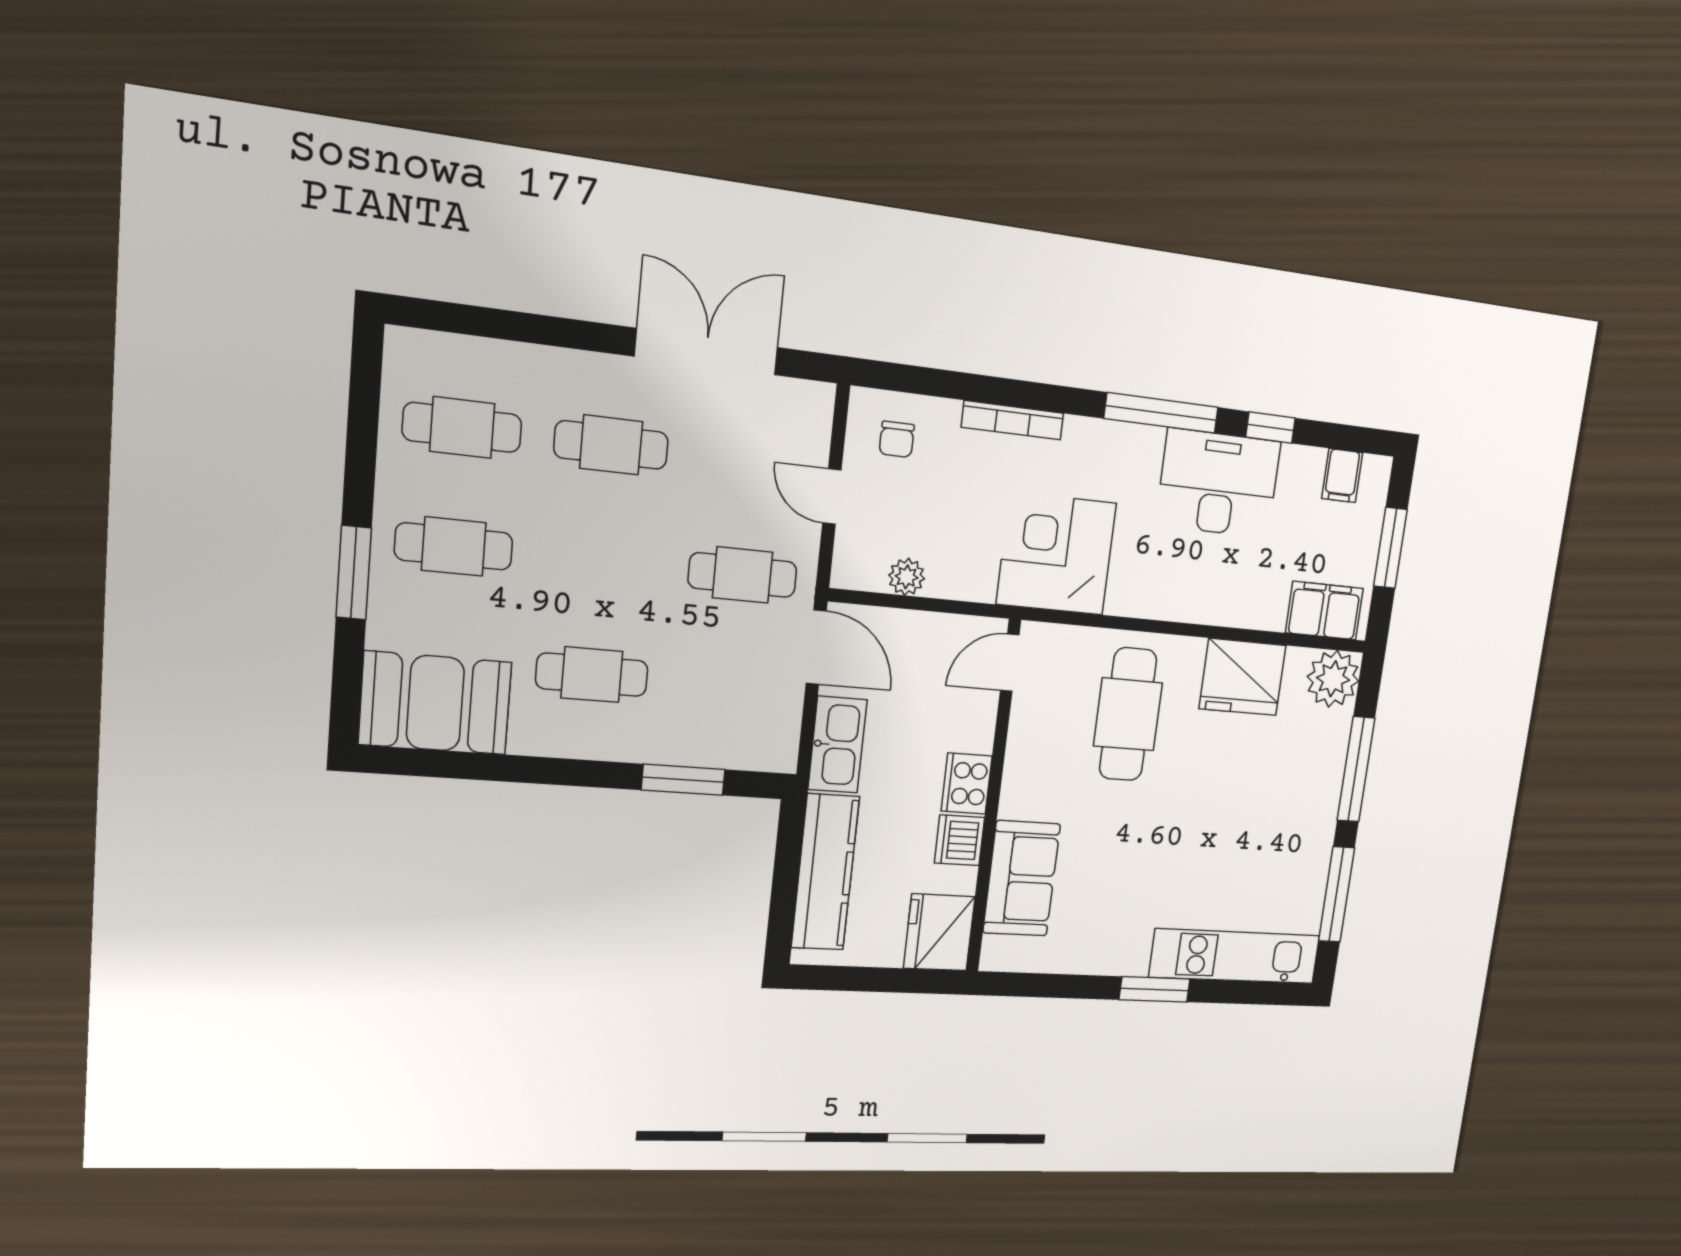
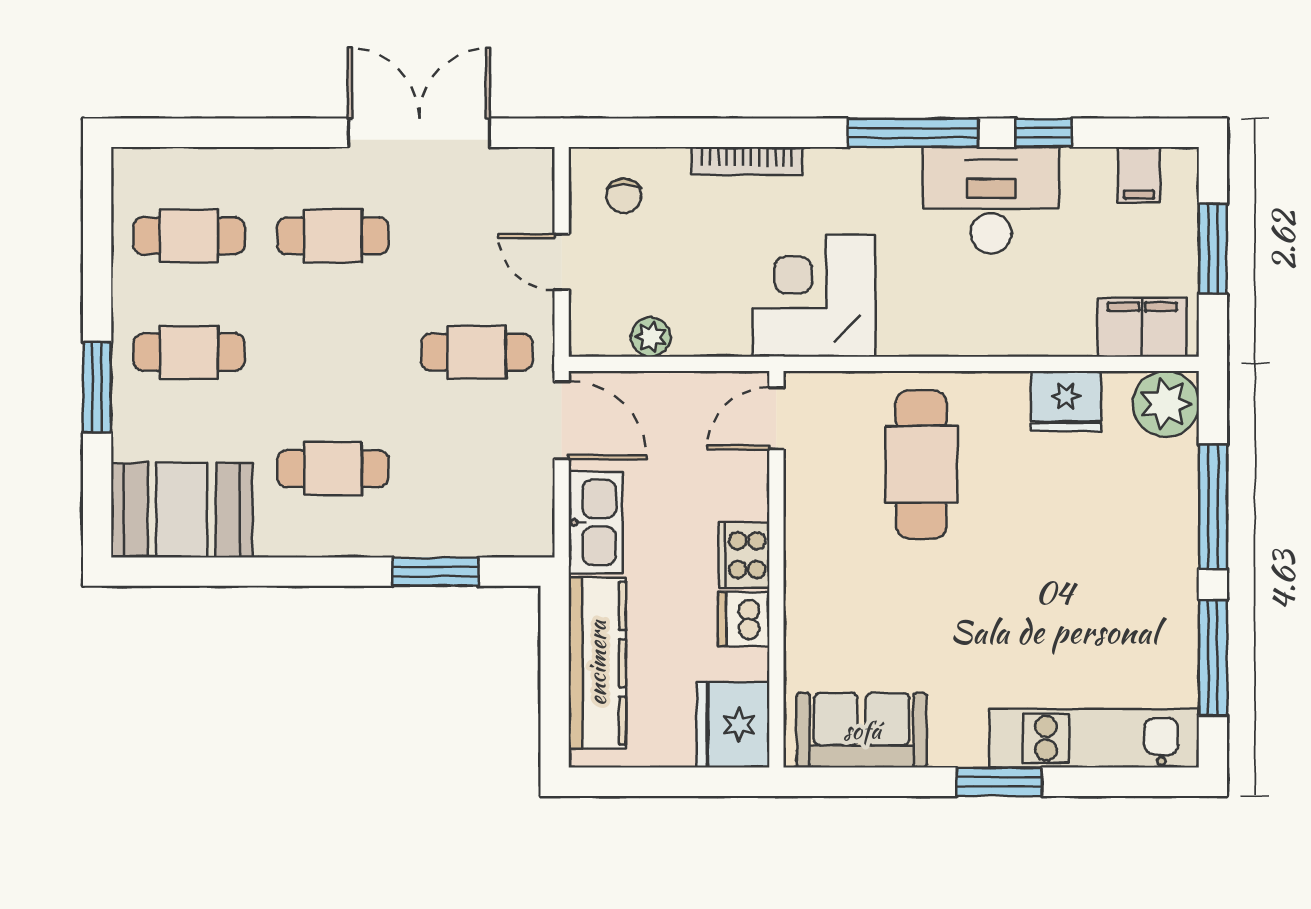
fridge: (1243, 677) -> (1066, 401), width x0.73, depth x0.75
sofa: (1022, 878) -> (862, 730), moved, turned -90

